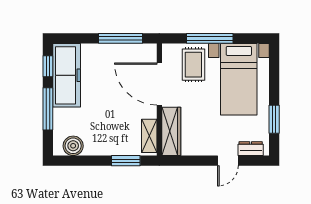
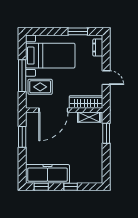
window: (120, 38) -> (22, 137), width x0.69
window: (48, 109) -> (71, 187), width x0.46
boiler: (73, 146) -> (96, 169), removed
door: (228, 161) -> (106, 78), moved

